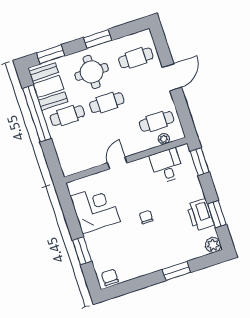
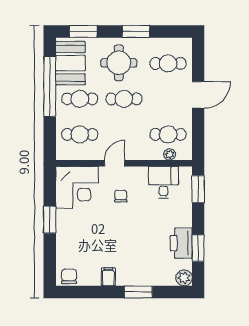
cafe table: (78, 147) -> (80, 134), added
corner desk: (95, 209) -> (77, 187), moved, turned 90
chair: (146, 217) -> (121, 196), moved
window: (82, 251) -> (50, 220), moved
filing cabinet: (145, 266) -> (108, 277), added

